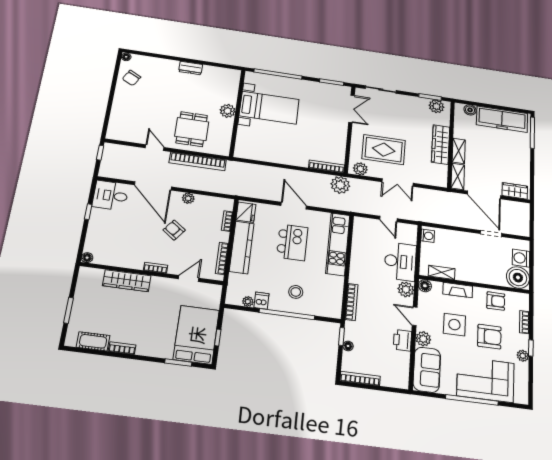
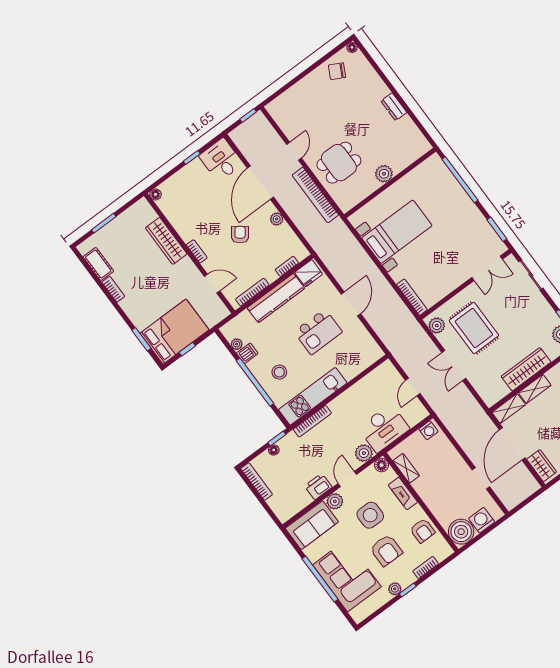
bed with nightstands: (269, 108) -> (397, 232), moved, turned -90
plant: (340, 185) -> (406, 323), removed
kitchen unit: (338, 244) -> (313, 396), moved

